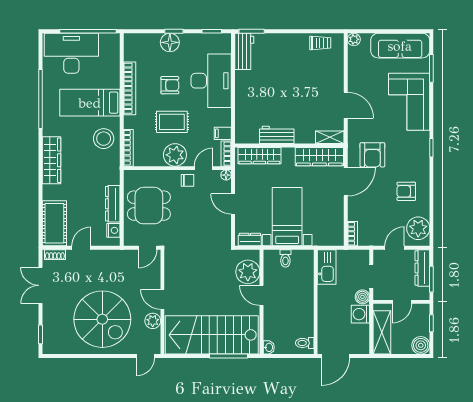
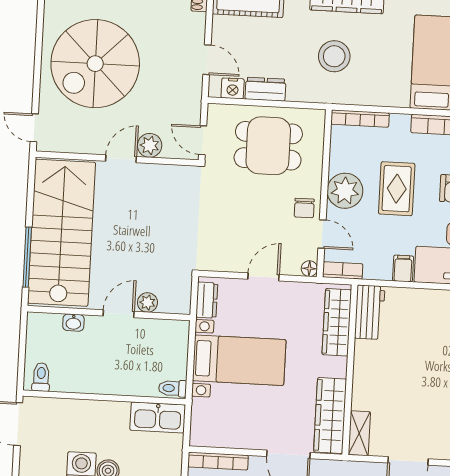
filing cabinet: (223, 133) -> (403, 269), moved
workbench: (277, 135) -> (370, 312), moved
stool: (104, 139) -> (334, 56), moved
dresser: (113, 204) -> (265, 89), width x0.70
dining table: (149, 206) -> (268, 146), turned 90
bookcase: (352, 234) -> (218, 461), width x1.56
door: (81, 248) -> (207, 60), moved
toilet: (285, 258) -> (173, 388), moved
plant: (248, 272) -> (147, 303), width x0.53, depth x0.53
plant: (153, 321) -> (150, 145), moved
washbasin: (269, 347) -> (73, 323), moved

